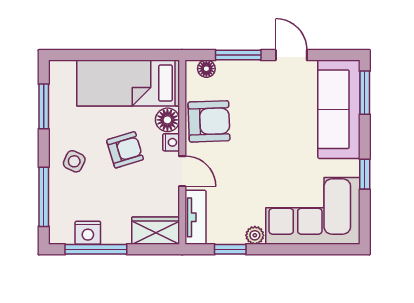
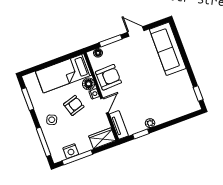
window: (365, 93) -> (177, 36), removed
door: (182, 171) -> (105, 106), hinge flipped
window: (365, 174) -> (198, 94), moved
corner sofa: (313, 211) -> (173, 101), removed

